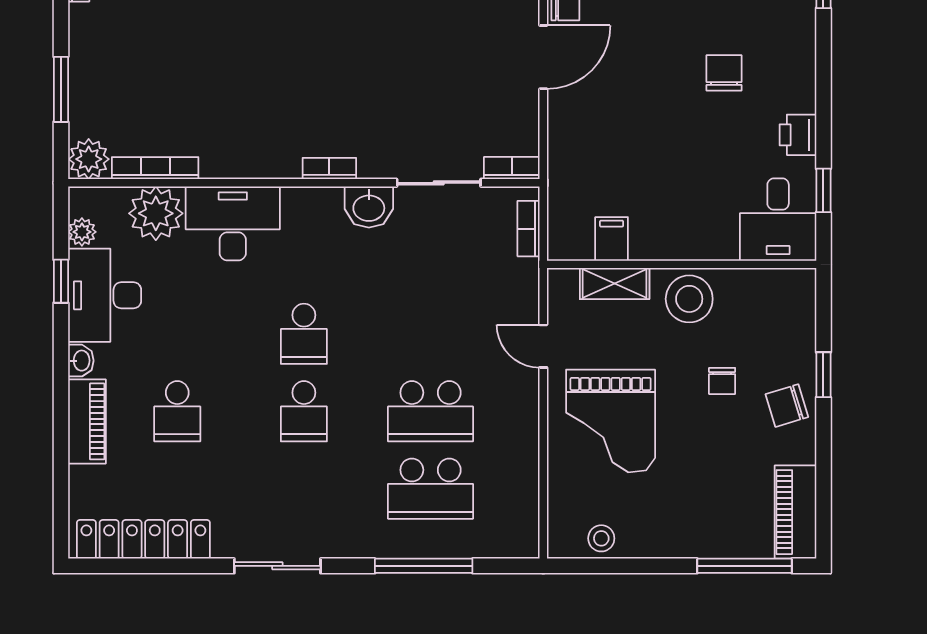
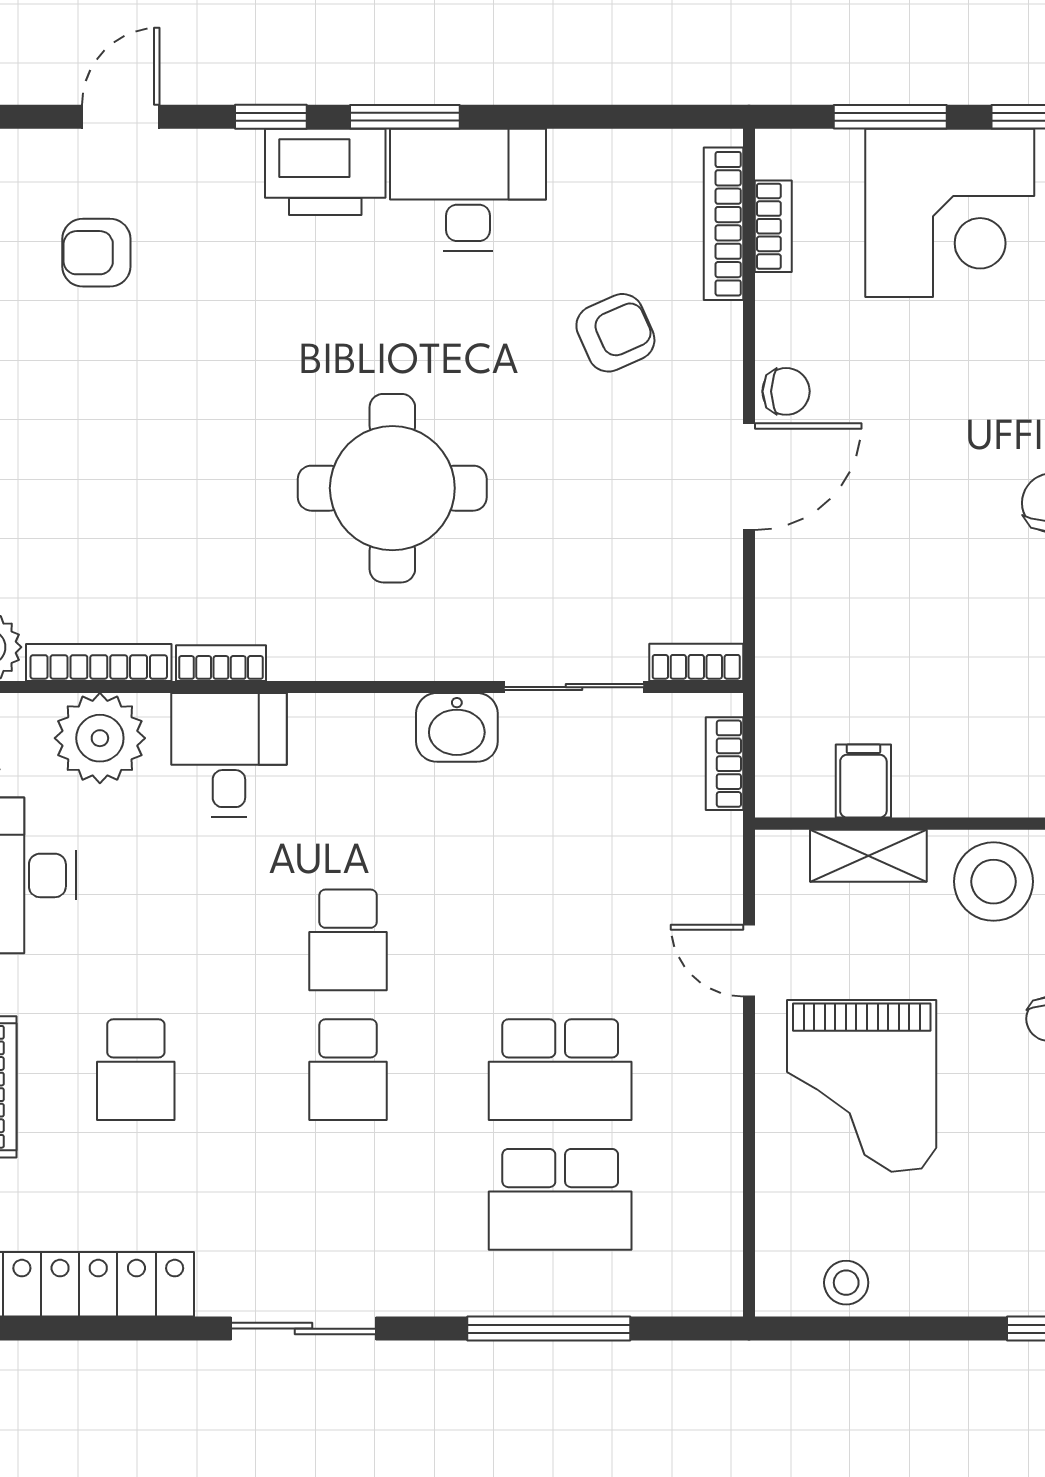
round table: (330, 64) -> (392, 488), added
bookcase: (329, 169) -> (221, 663), moved
desk: (233, 223) -> (229, 755), width x0.73

